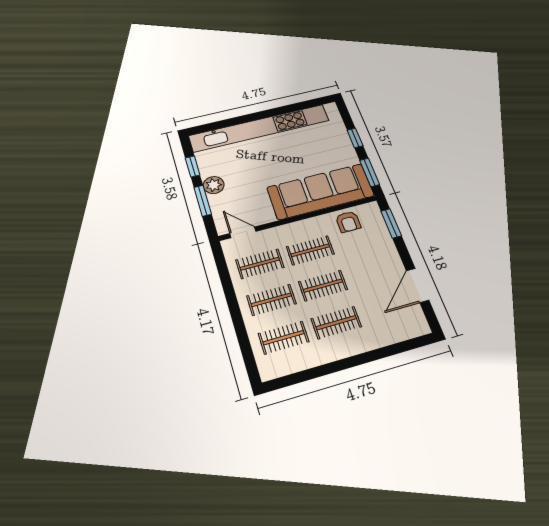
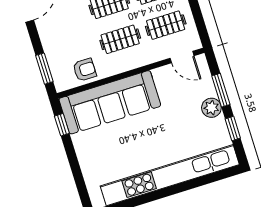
window: (355, 138) -> (75, 165), removed
window: (370, 172) -> (62, 125), width x0.67
armchair: (348, 222) -> (85, 70), turned 90

